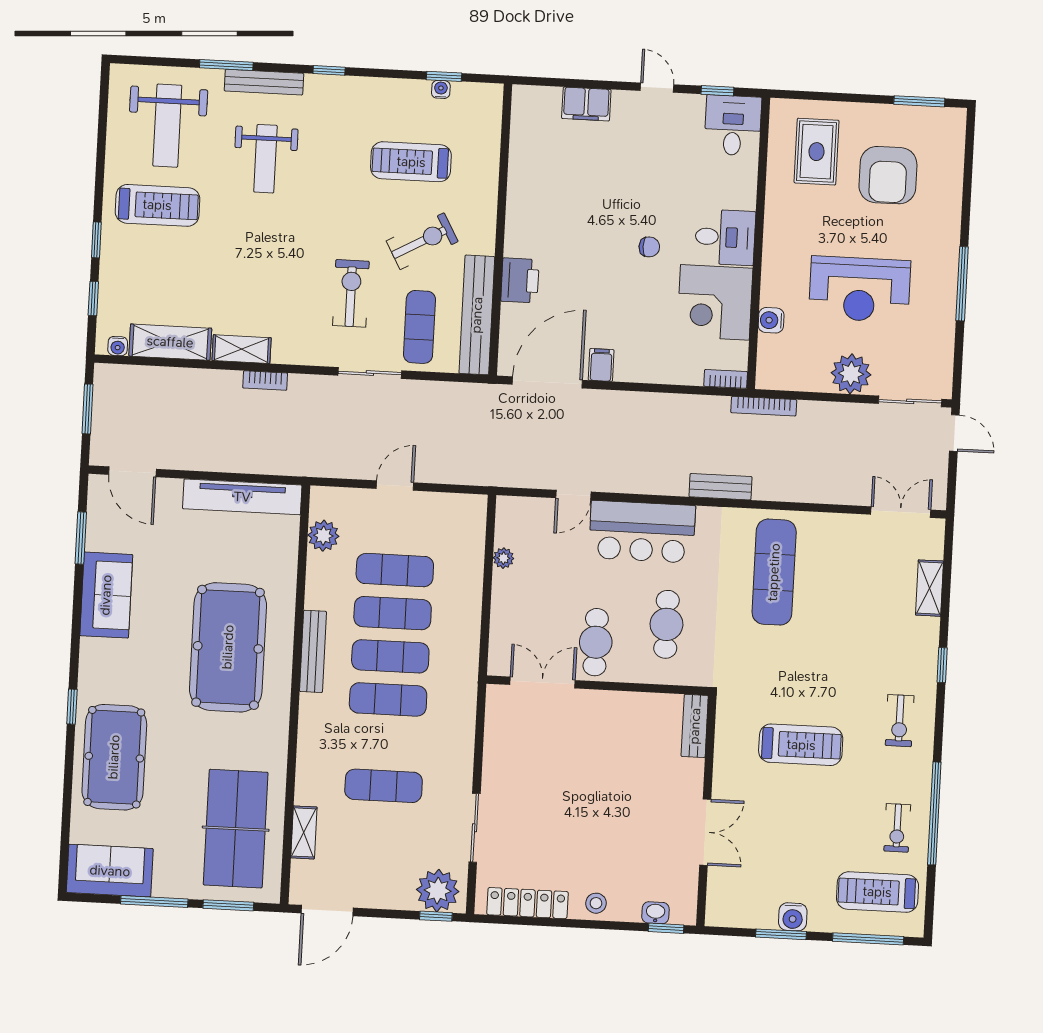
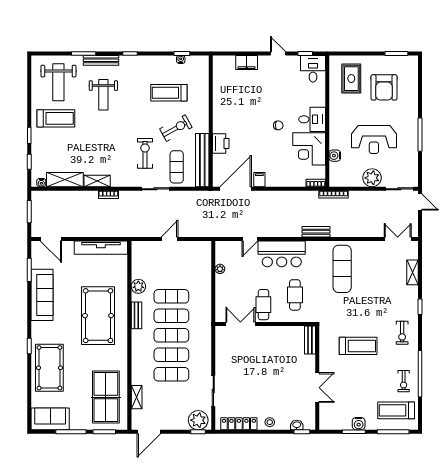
plant: (323, 536) -> (138, 286), moved
exercise mat: (395, 570) -> (171, 355), moved
sofa: (106, 595) -> (42, 295), width x1.36
bench: (313, 651) -> (136, 315), width x0.73

